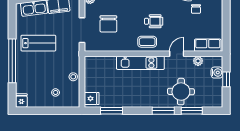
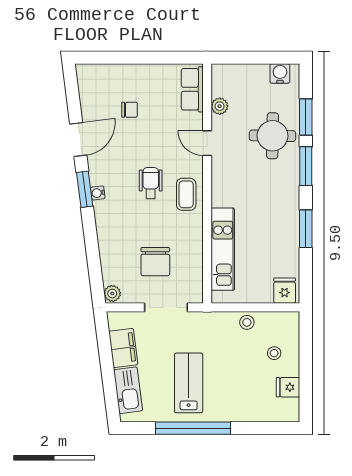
chair: (108, 24) -> (155, 262), turned 90
window: (12, 61) -> (193, 428), moved
kitchen unit: (140, 63) -> (223, 249), moved
water cooler: (217, 73) -> (280, 73), moved
window: (226, 79) -> (251, 58), removed
fridge: (21, 100) -> (288, 387), moved
window: (111, 111) -> (306, 229), moved

